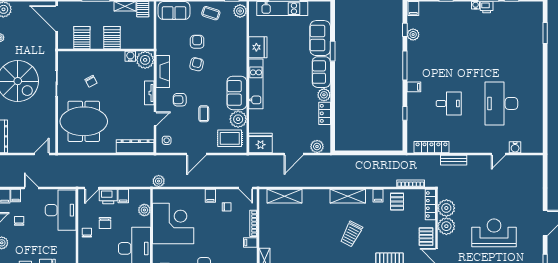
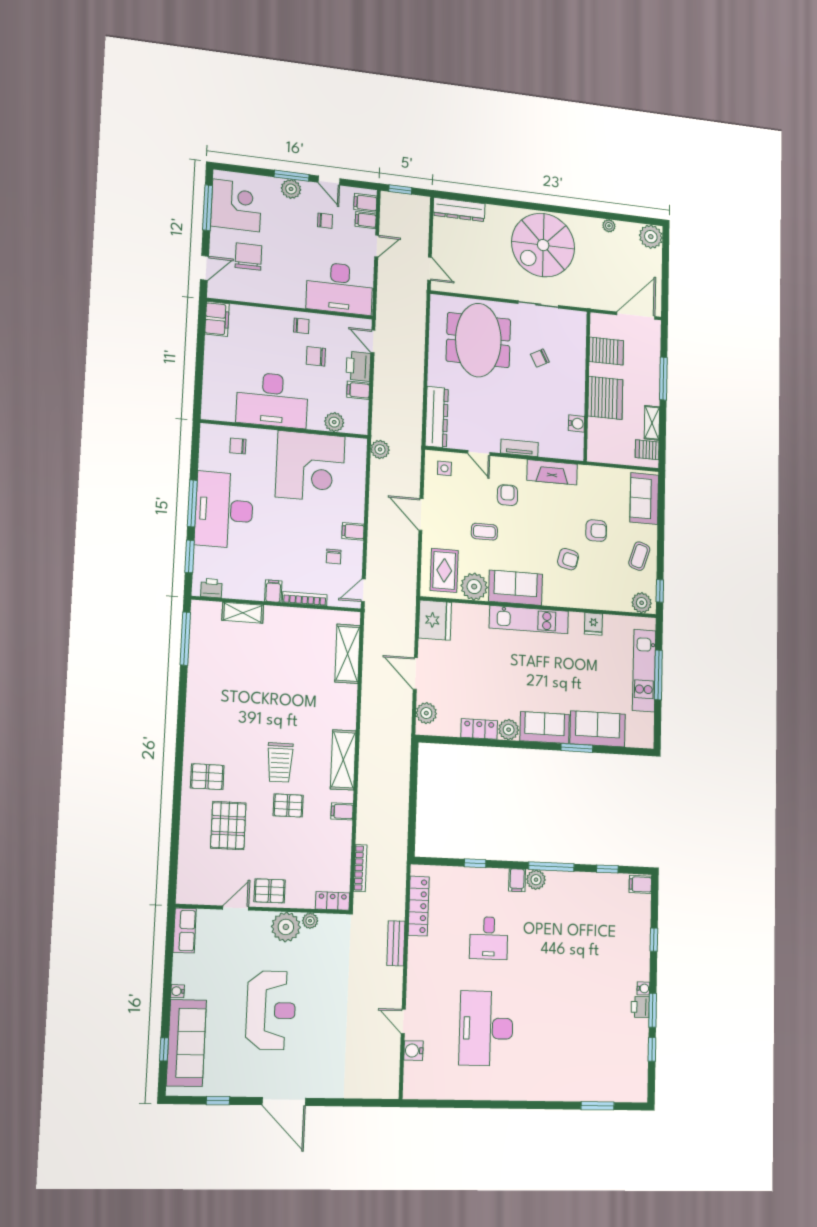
plant: (413, 35) -> (536, 880), moved
server rack: (112, 38) -> (605, 398), width x1.60
fridge: (258, 47) -> (593, 624), width x0.53, depth x0.75
plant: (145, 60) -> (570, 446), removed
armchair: (197, 64) -> (568, 559), moved
desk: (501, 103) -> (486, 1028), turned -90
pallet: (397, 202) -> (288, 805), moved
locker: (430, 204) -> (333, 901), width x0.66
plant: (446, 208) -> (310, 921), width x0.53, depth x0.53
trolley: (351, 234) -> (280, 762), turned -117

